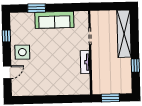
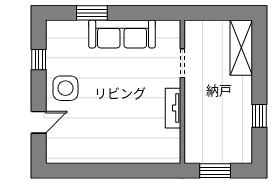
shelving: (124, 34) -> (241, 48), width x0.68

